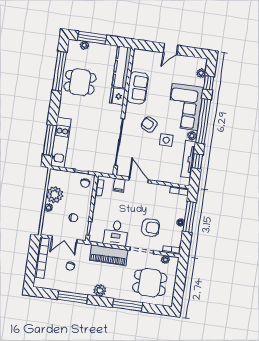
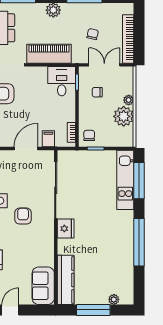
window: (92, 38) -> (93, 310), moved
window: (59, 71) -> (139, 242), moved
dining table: (80, 82) -> (113, 255), removed
sofa: (137, 88) -> (43, 286), moved
fridge: (117, 96) -> (66, 229), moved
armchair: (149, 125) -> (23, 216), turned -115
door: (139, 180) -> (26, 148), swing flipped
desk: (116, 233) -> (62, 81), moved

